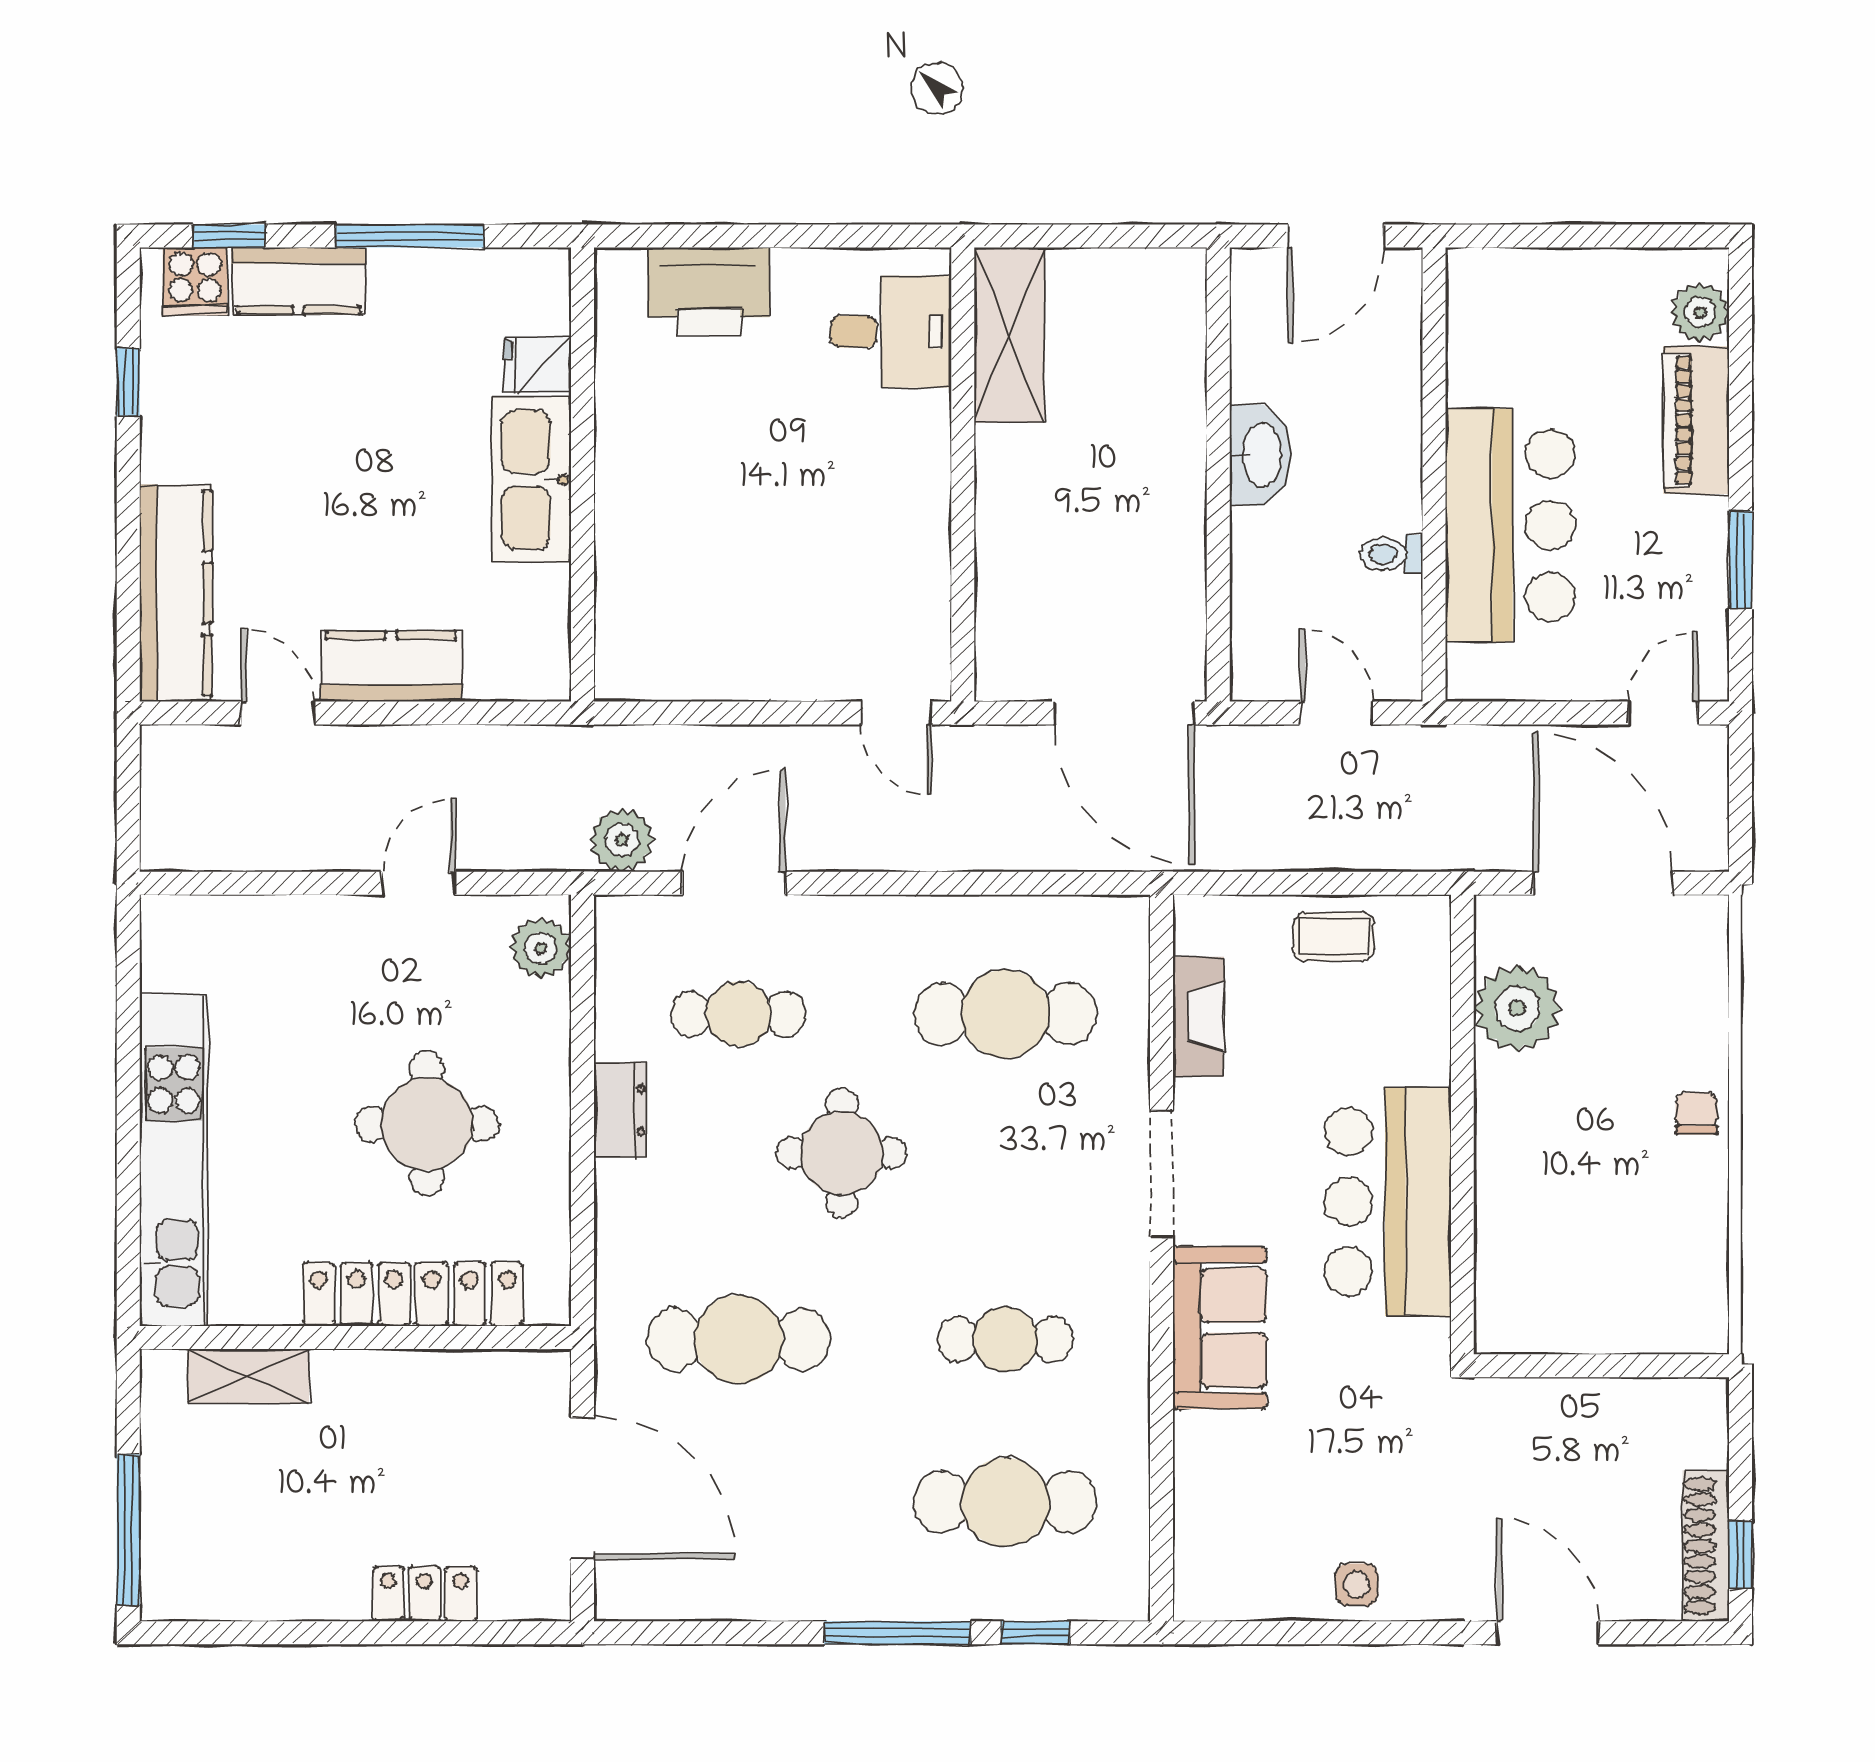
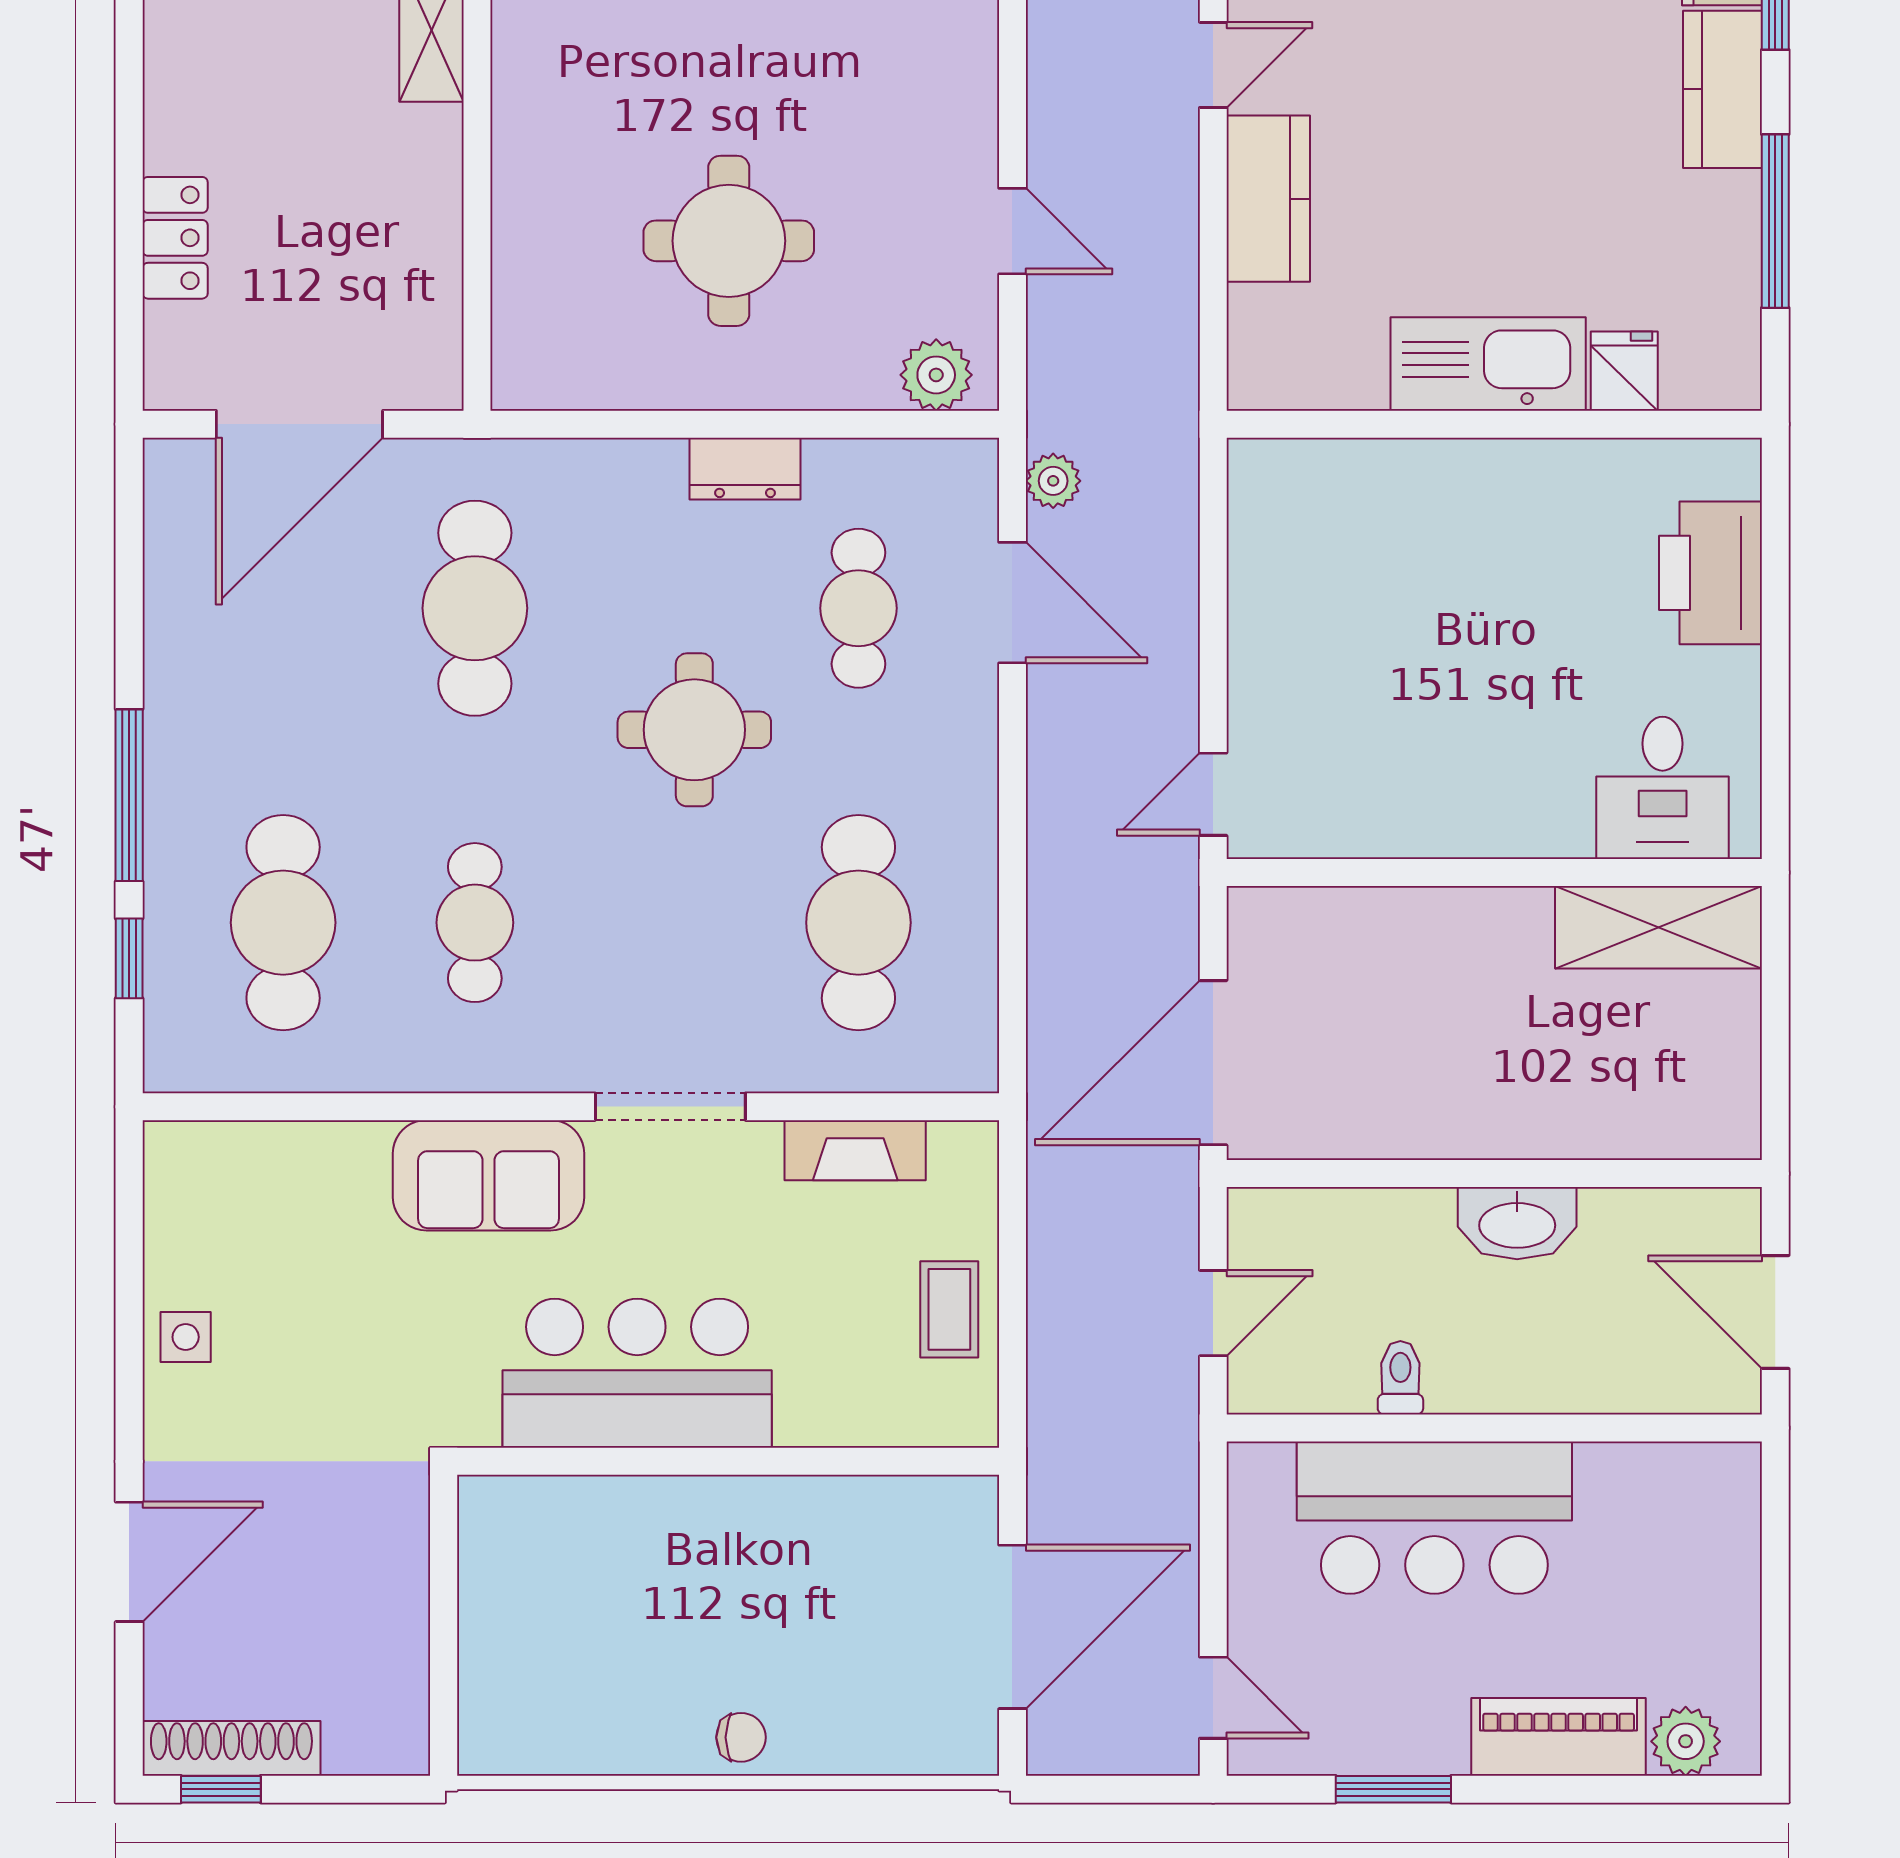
plant: (622, 840) -> (1053, 481), width x0.73, depth x0.73
plant: (1517, 1008) -> (865, 1526), removed
locker: (413, 1294) -> (528, 224), removed

